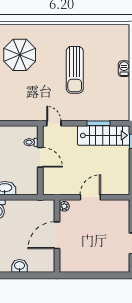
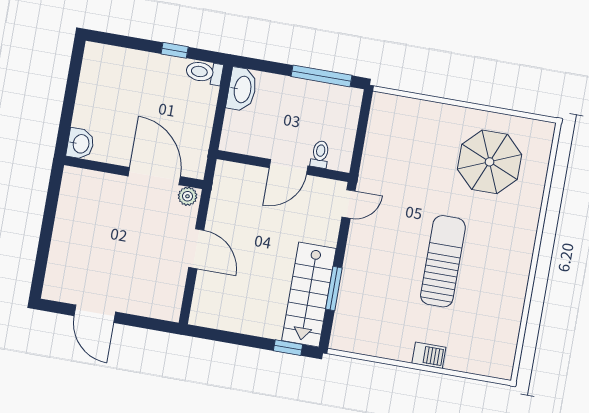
sun lounger: (75, 70) -> (443, 261), turned 90
door: (57, 235) -> (154, 176), moved
washbasin: (19, 266) -> (80, 144), moved

